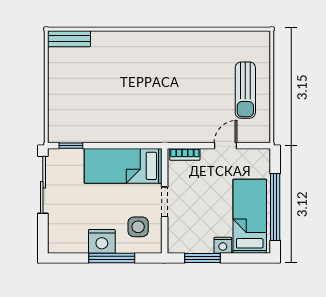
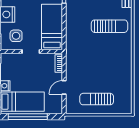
sun lounger: (122, 68) -> (109, 26), added
door: (226, 146) -> (64, 87), swing flipped

